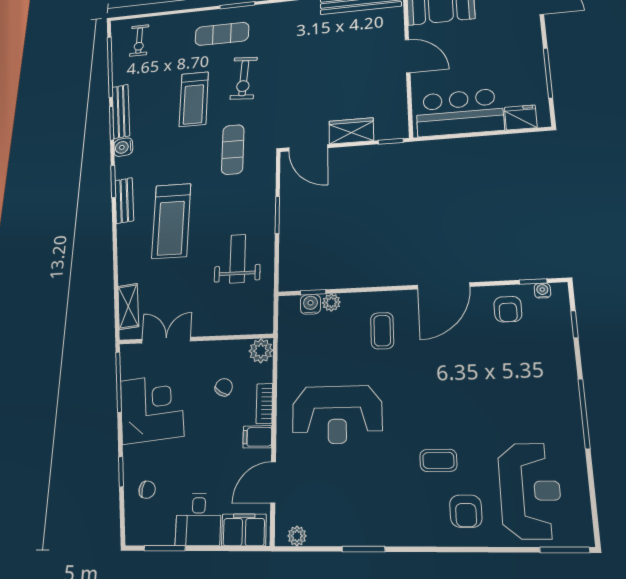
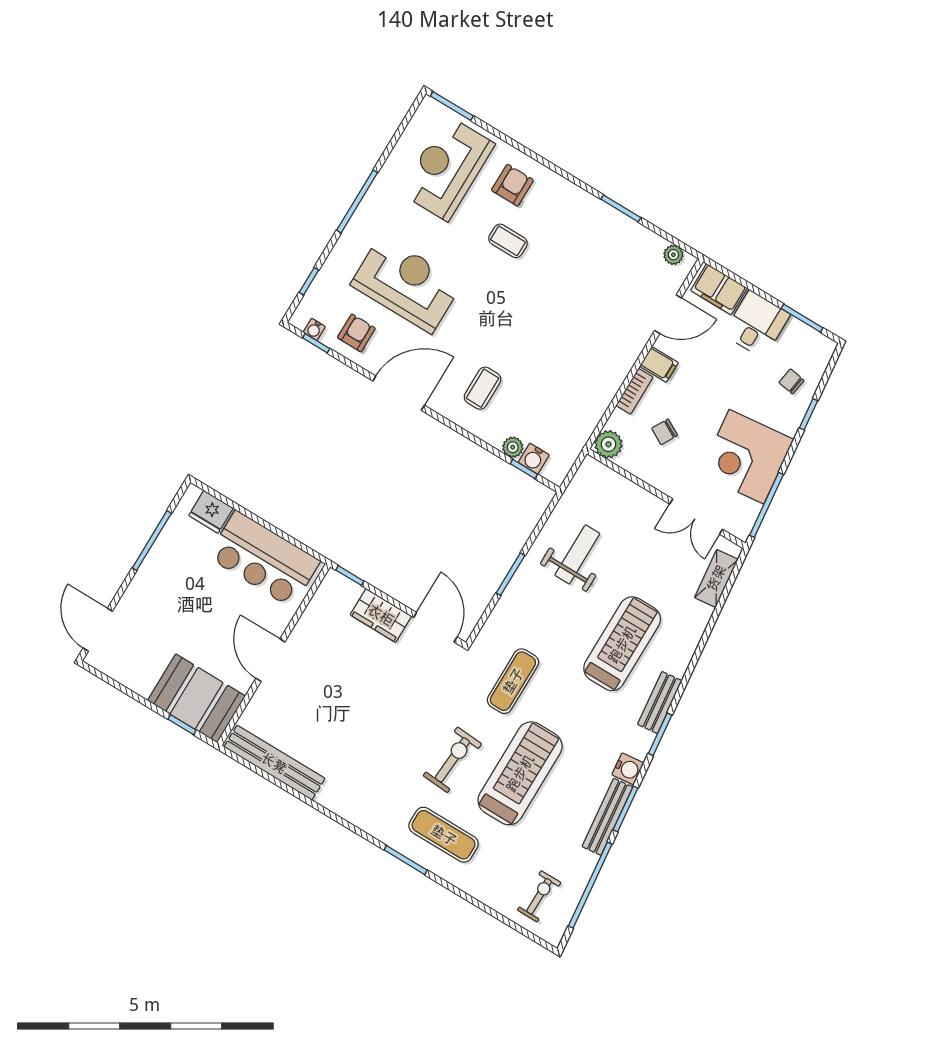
treadmill: (194, 99) -> (520, 773), width x1.37, depth x1.38
weight bench: (238, 259) -> (577, 554), turned 180
reception desk: (337, 415) -> (406, 284), moved

